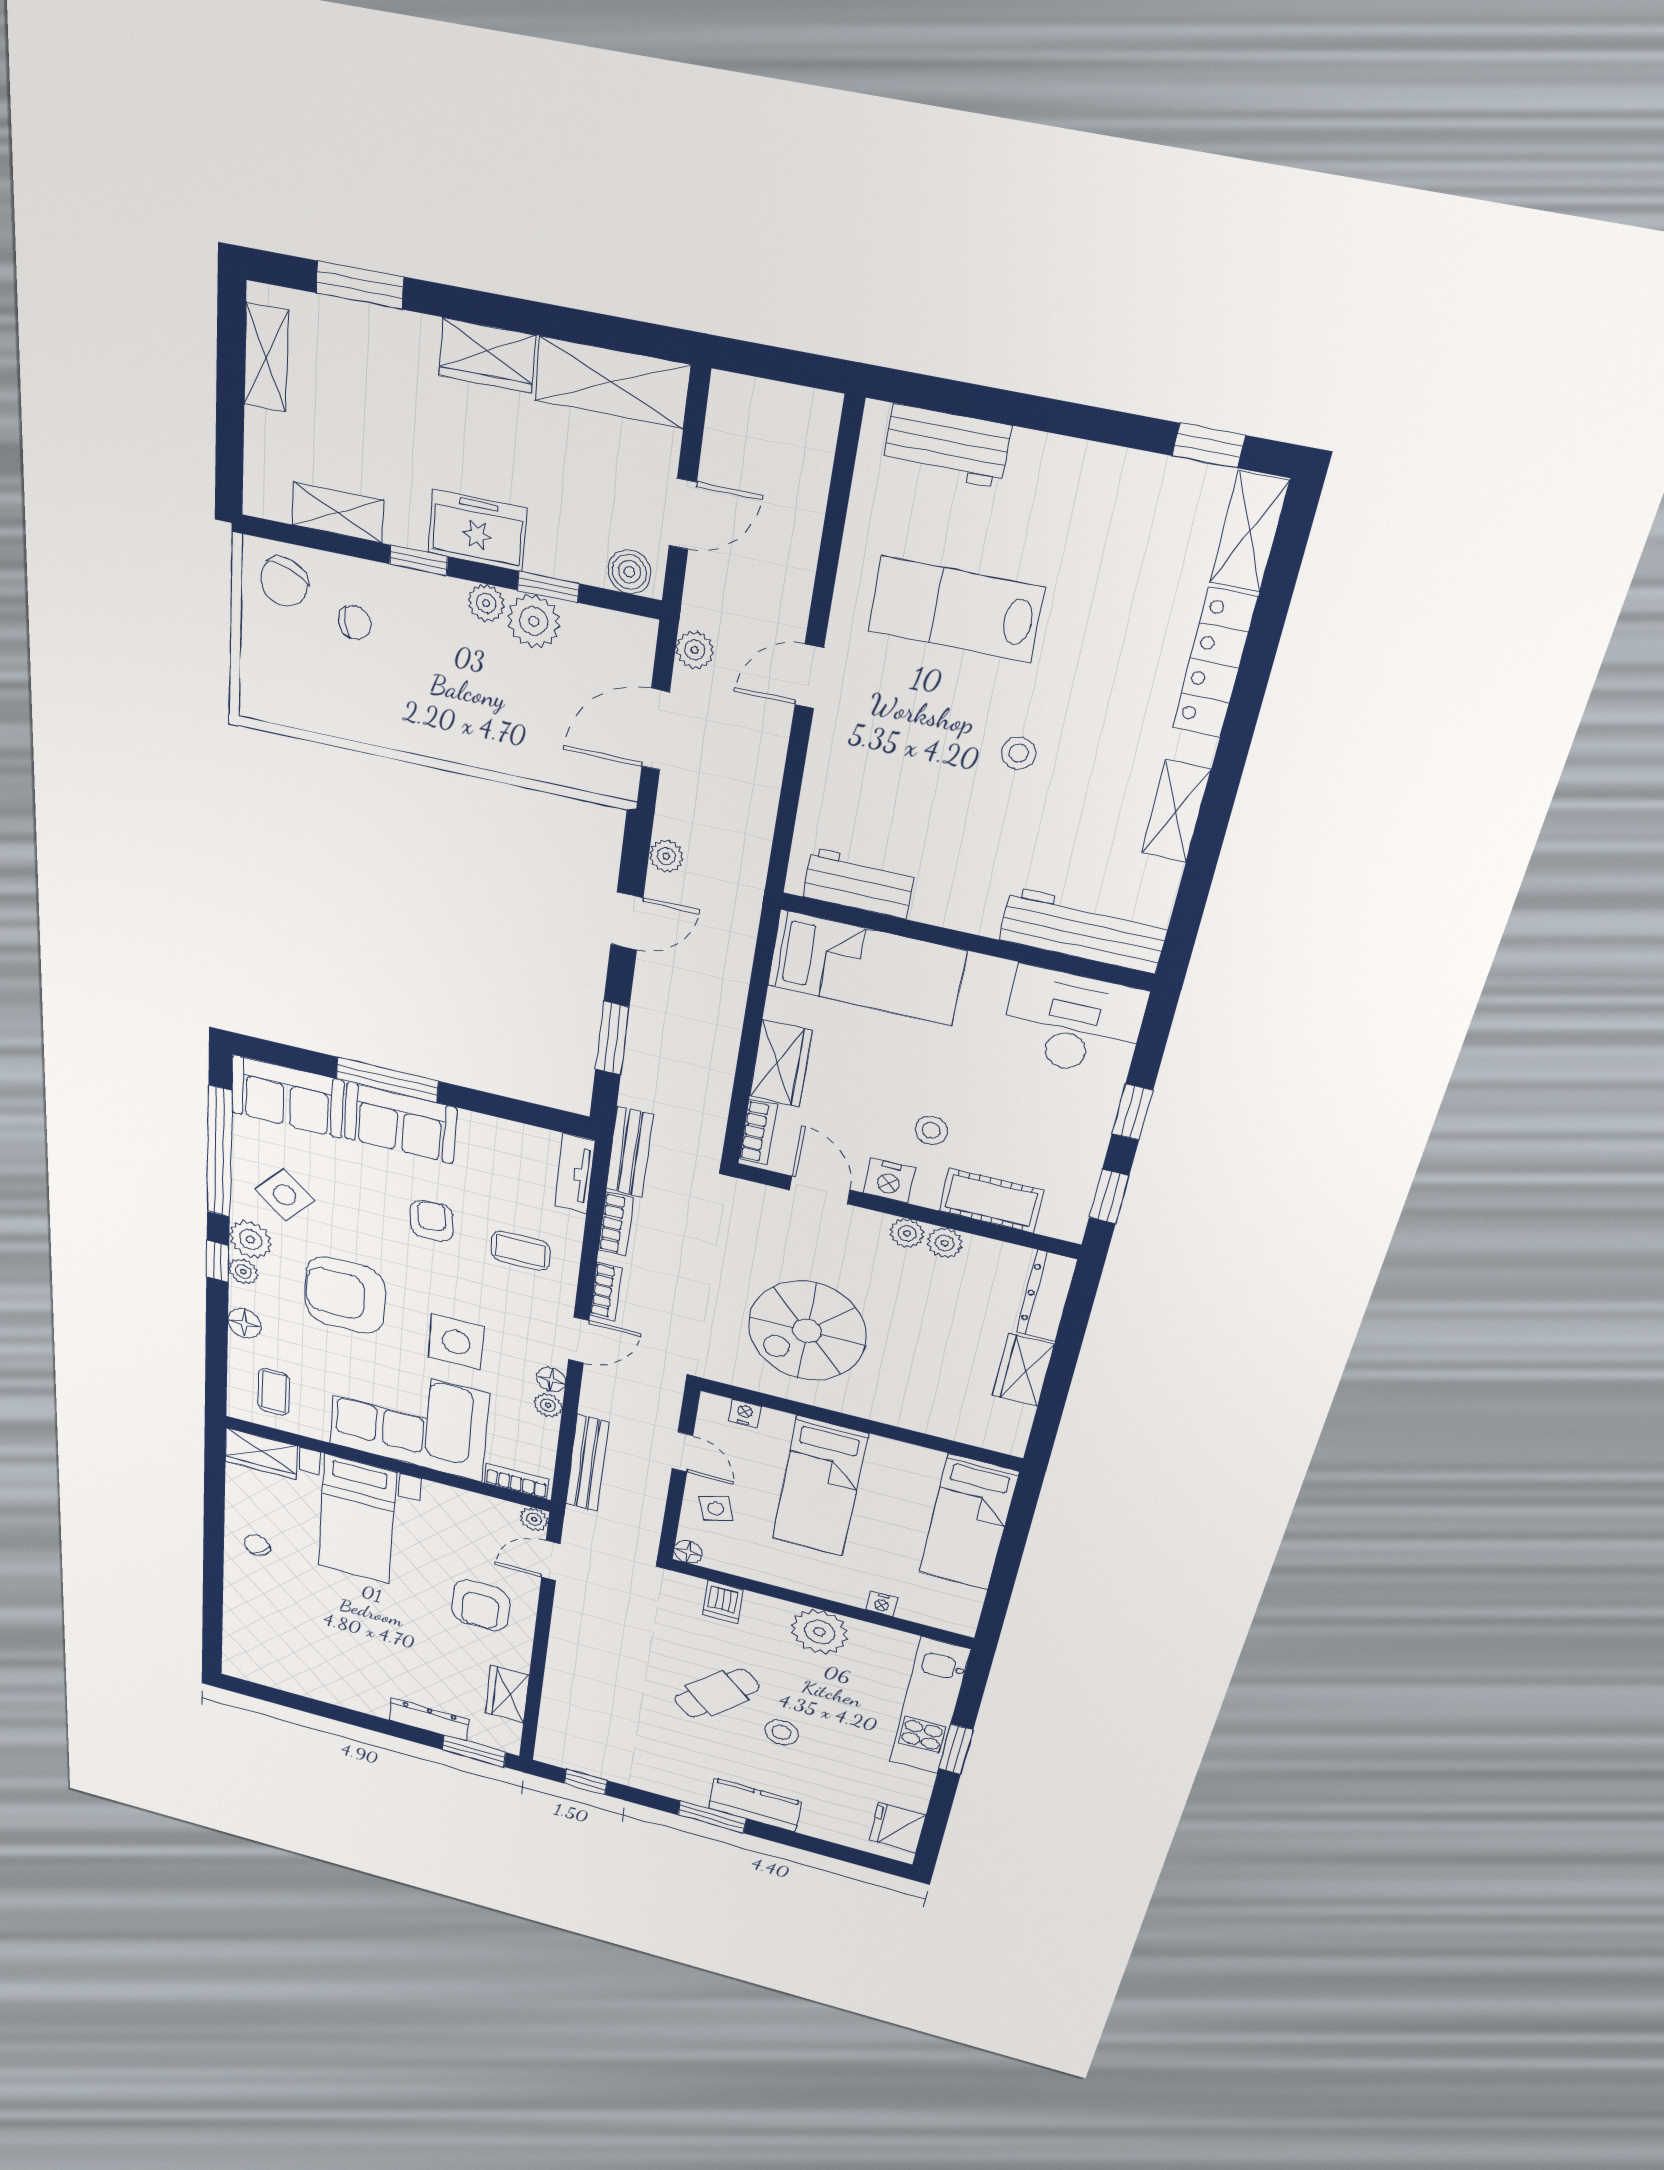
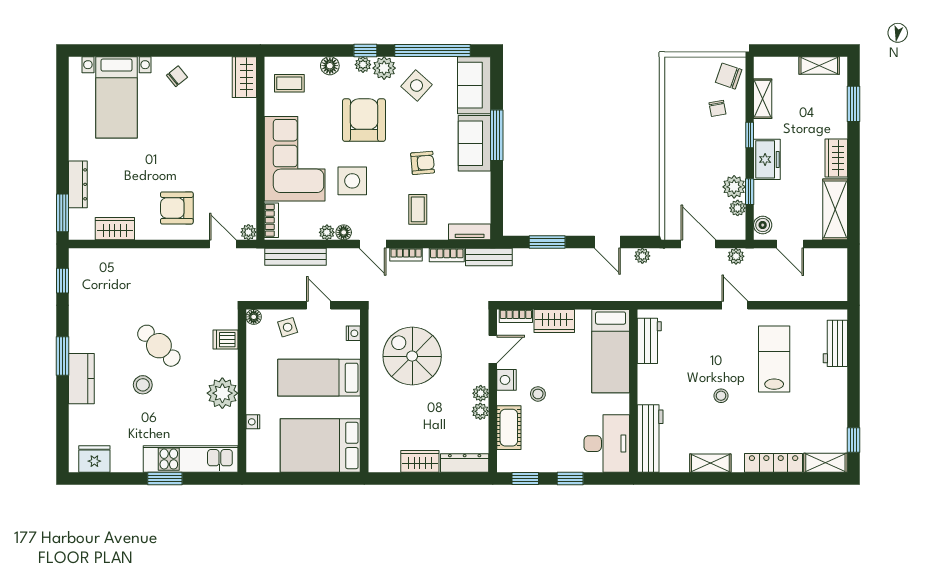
plant: (486, 603) -> (738, 208), moved
door: (682, 1452) -> (319, 305), swing flipped
bed with nightstands: (357, 1519) -> (117, 97), moved, turned -90
bed: (968, 1523) -> (320, 445), width x1.50

